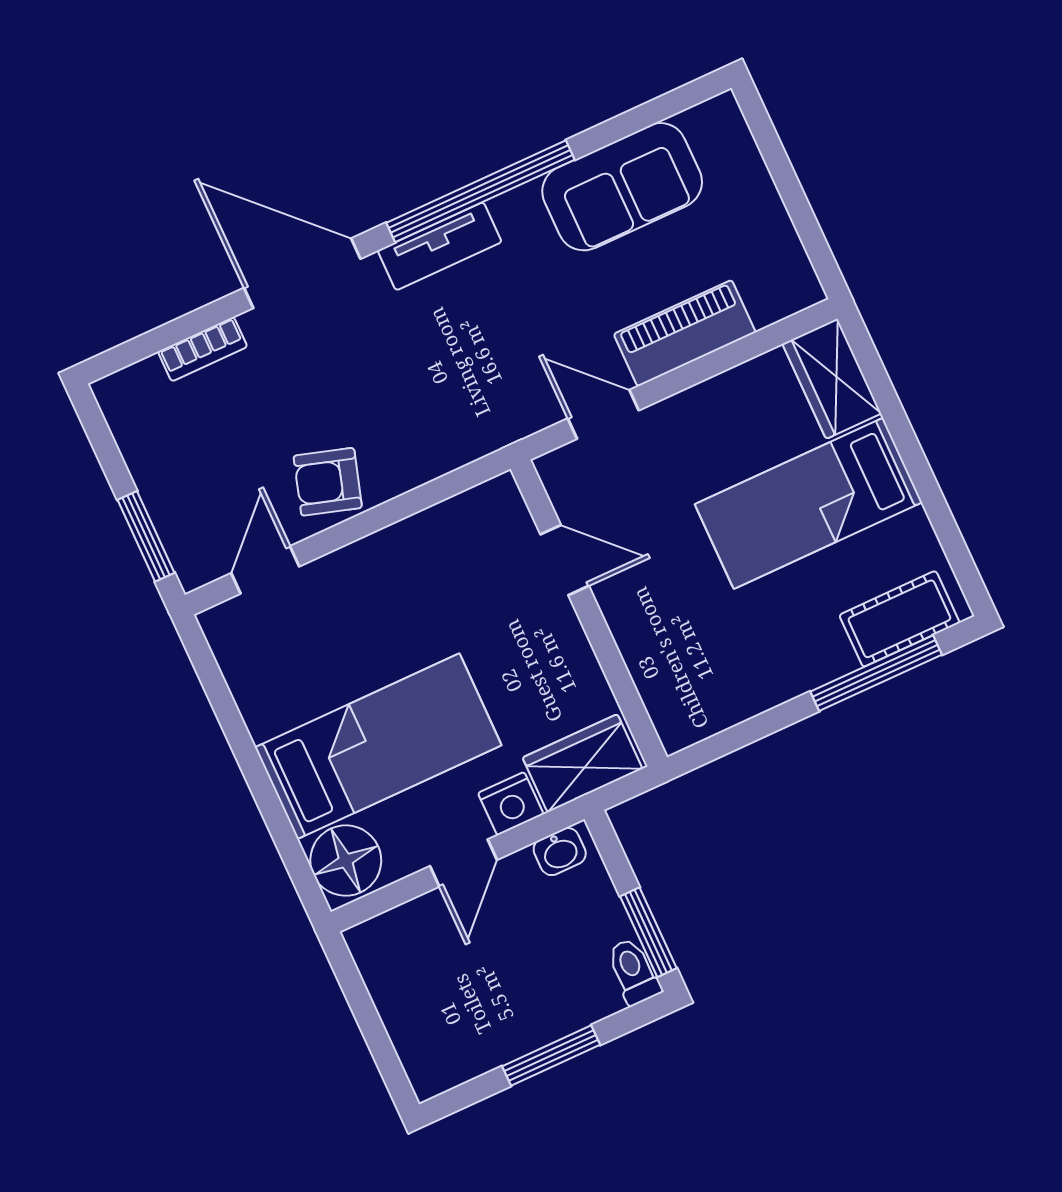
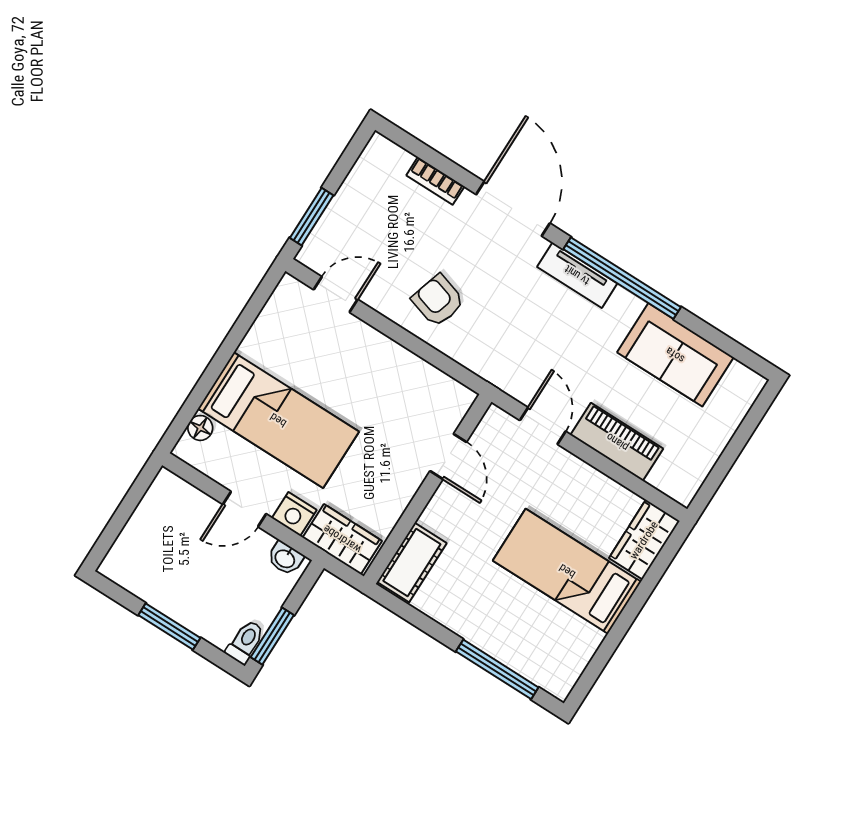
armchair: (328, 482) -> (438, 301), moved
cot: (899, 619) -> (412, 563), moved, turned 90
floor lamp: (346, 861) -> (200, 428), width x0.53, depth x0.53

